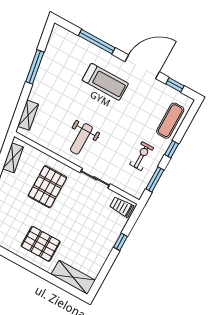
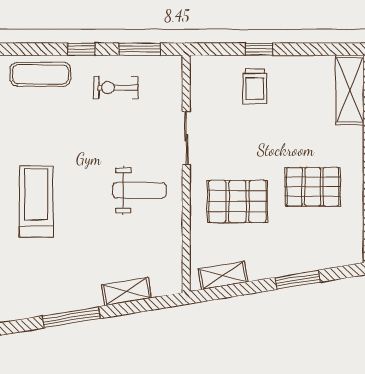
shelving: (28, 115) -> (127, 291), moved
trolley: (122, 207) -> (255, 86), moved
pallet: (41, 244) -> (313, 187), moved, turned 90

